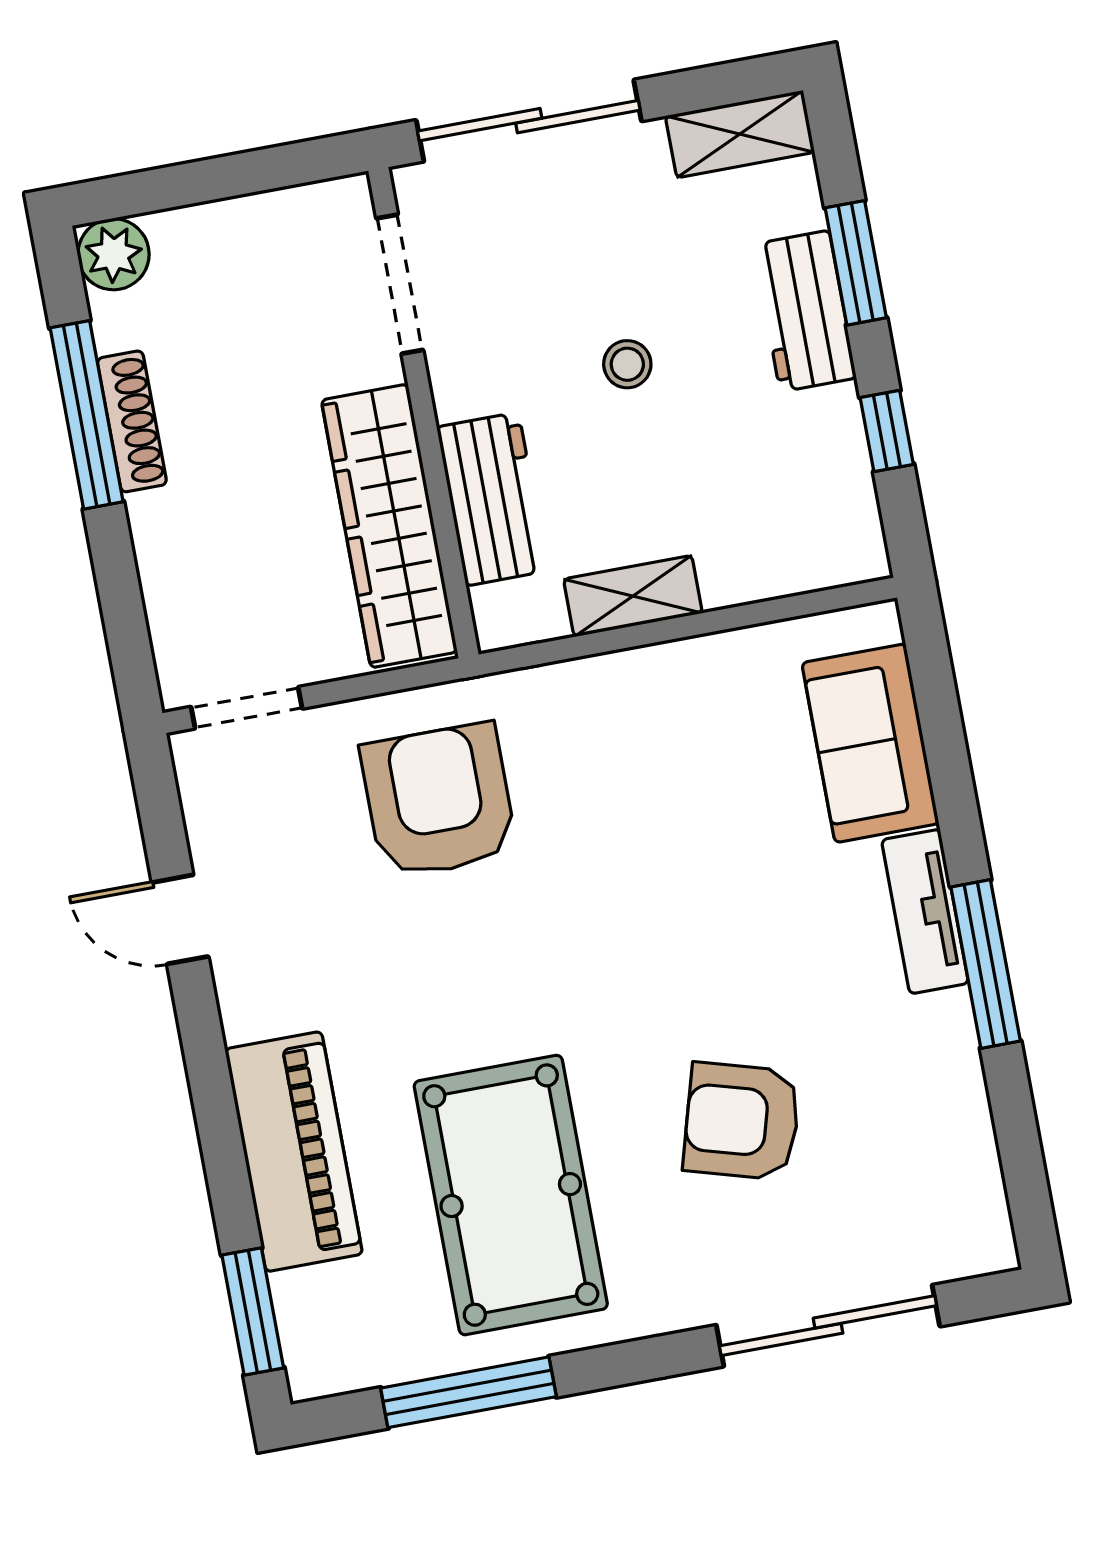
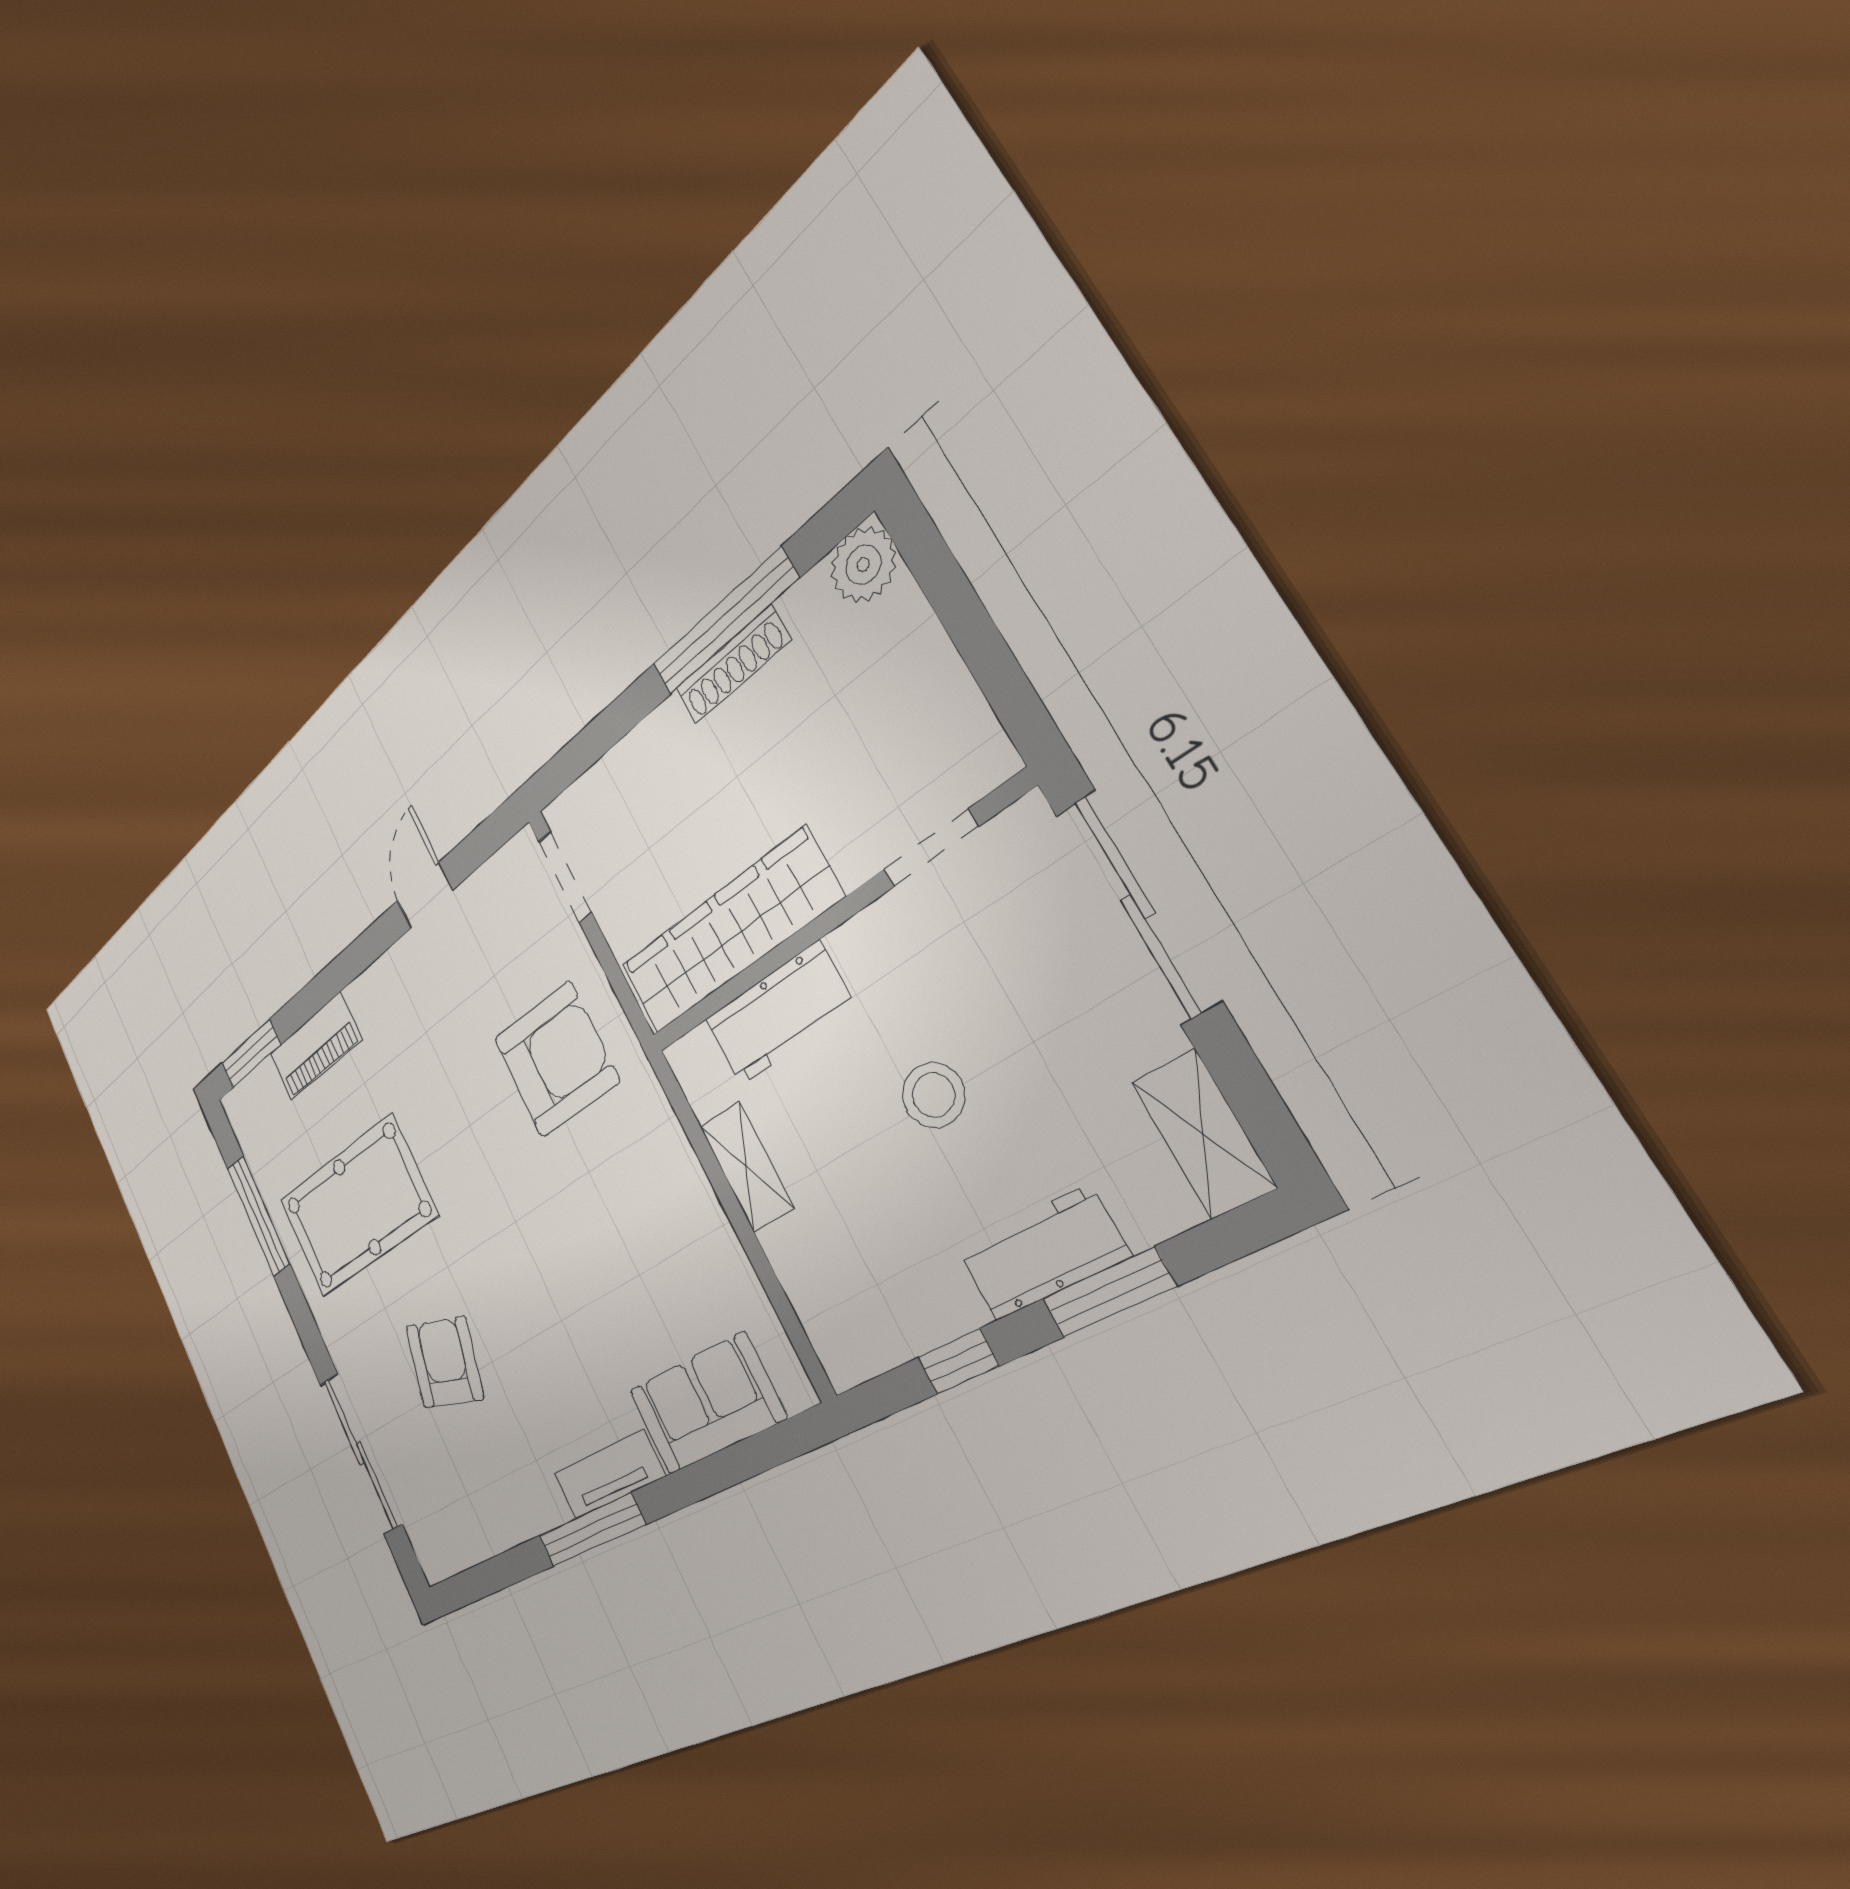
doorway: (400, 284) -> (930, 848), width x0.73
stool: (627, 364) -> (933, 1095), width x1.37, depth x1.37
piano: (294, 1152) -> (315, 1047), width x0.73, depth x0.75

